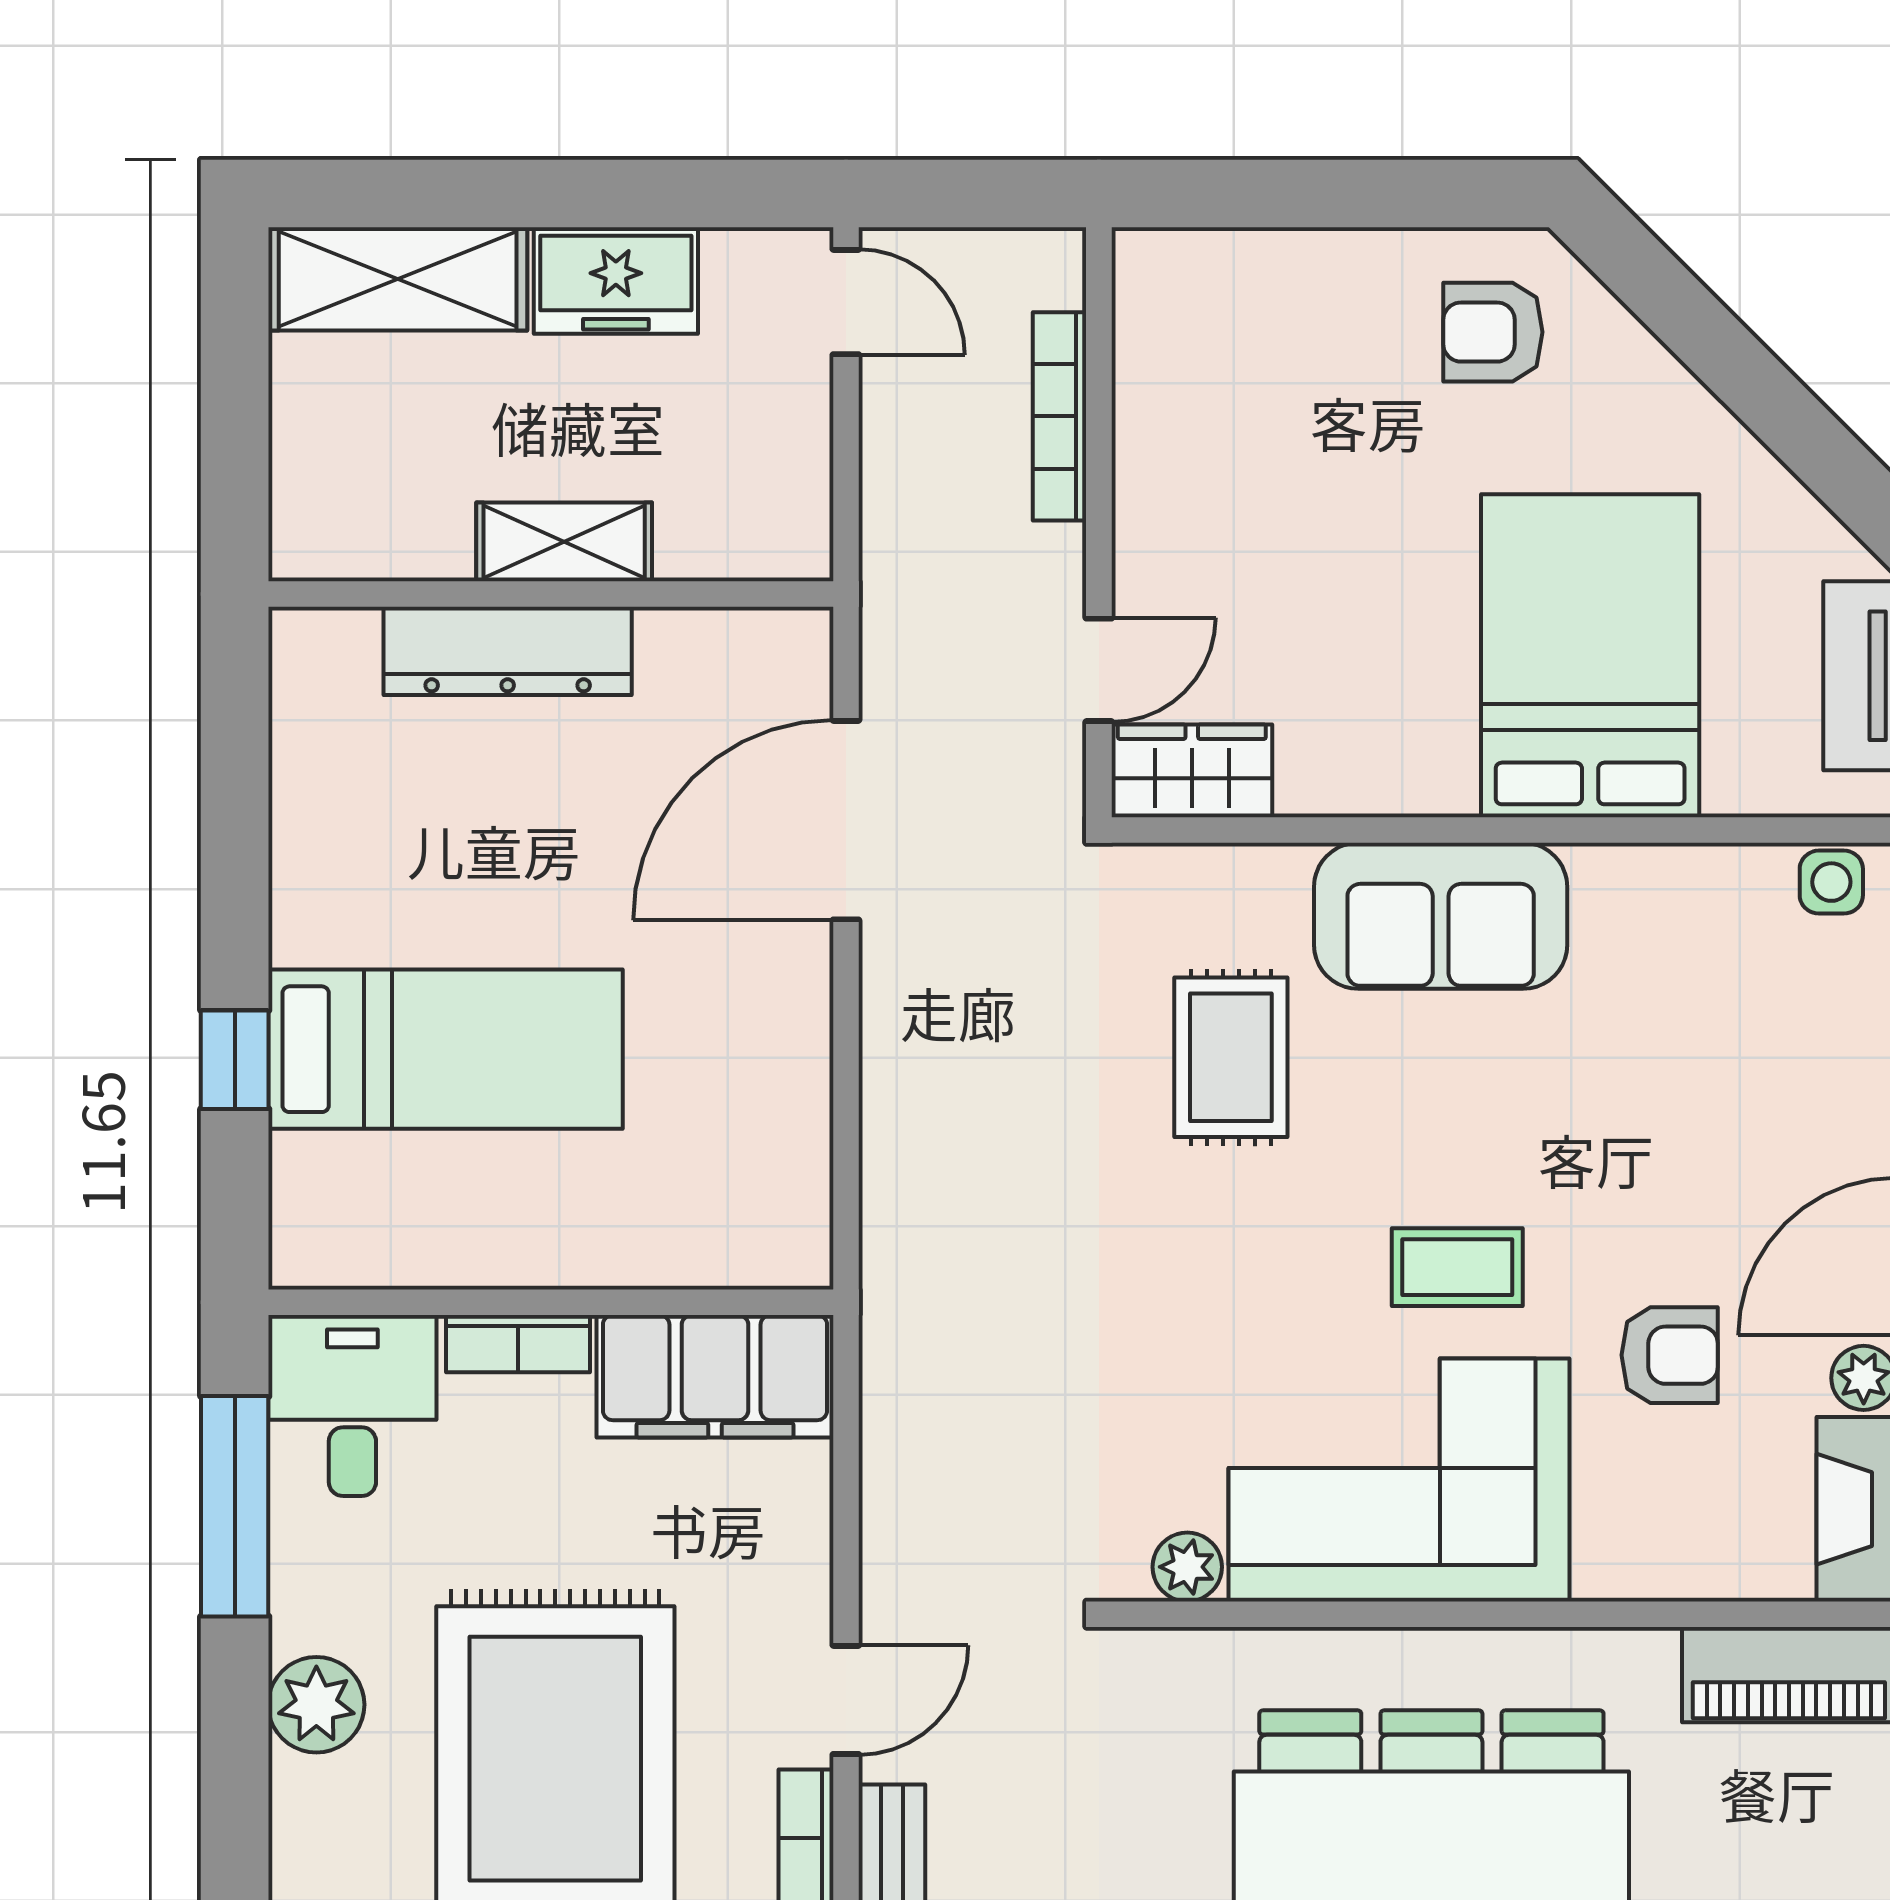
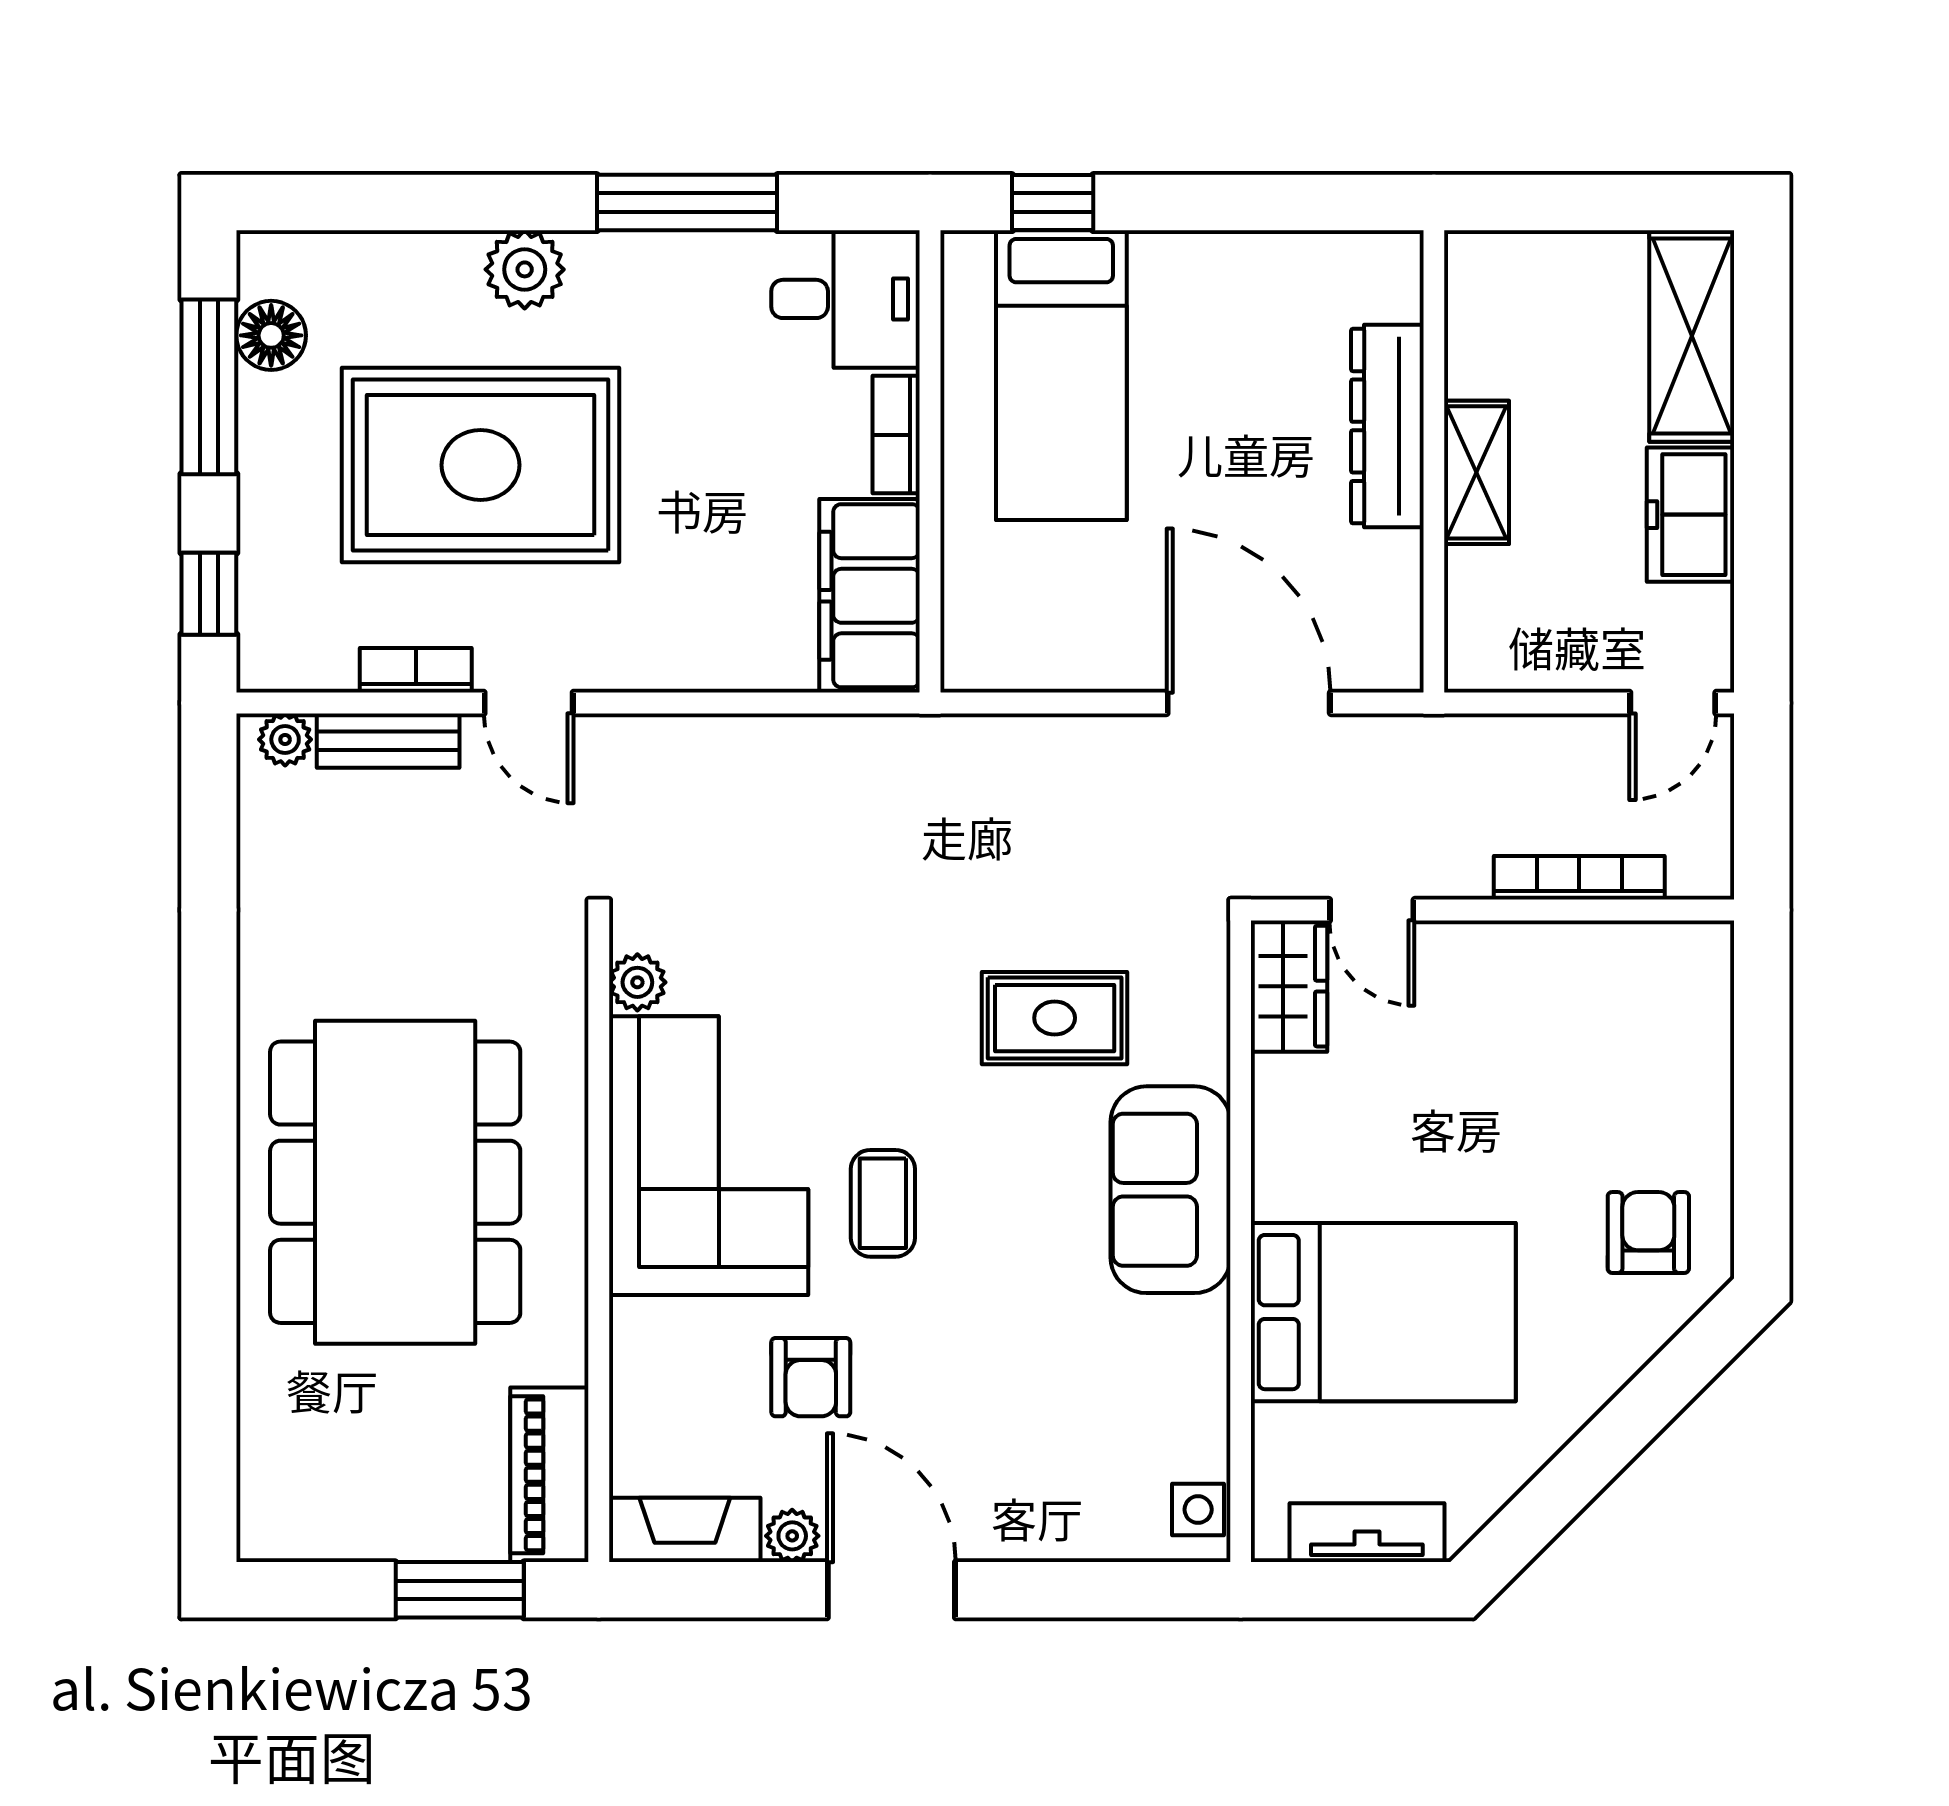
wall: (551, 1302) -> (930, 461), moved
bookcase: (518, 1344) -> (896, 435), moved
filing cabinet: (715, 1376) -> (870, 596), moved
desk: (352, 1405) -> (846, 299), moved

